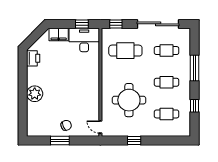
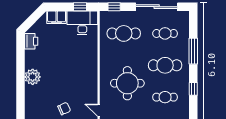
cafe table: (167, 82) -> (165, 65), width x1.37, depth x1.35

